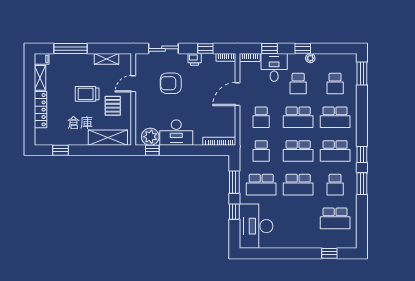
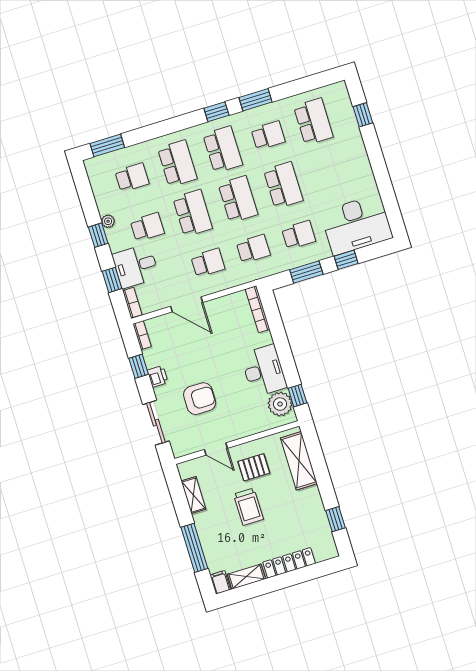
armchair: (171, 83) -> (200, 399), turned -90
school desk: (261, 185) -> (299, 235), width x0.54

